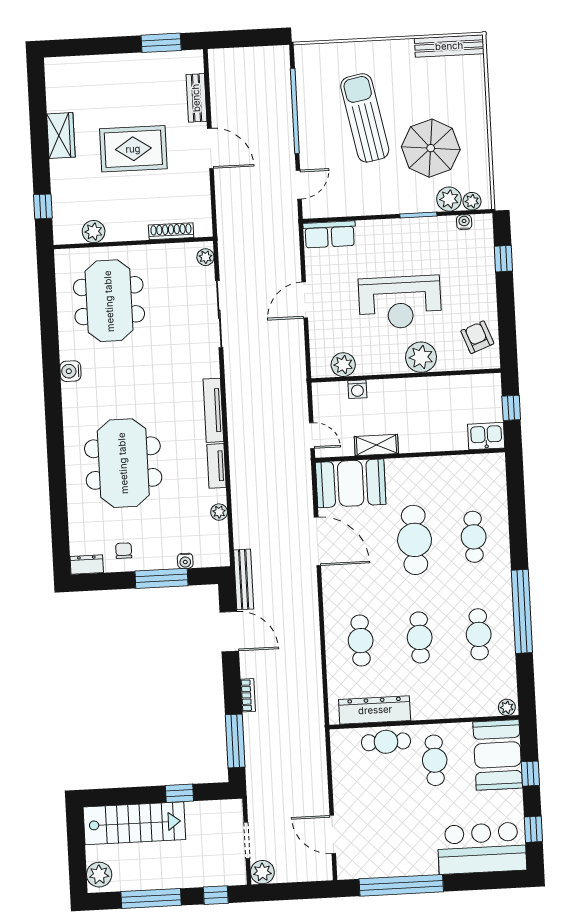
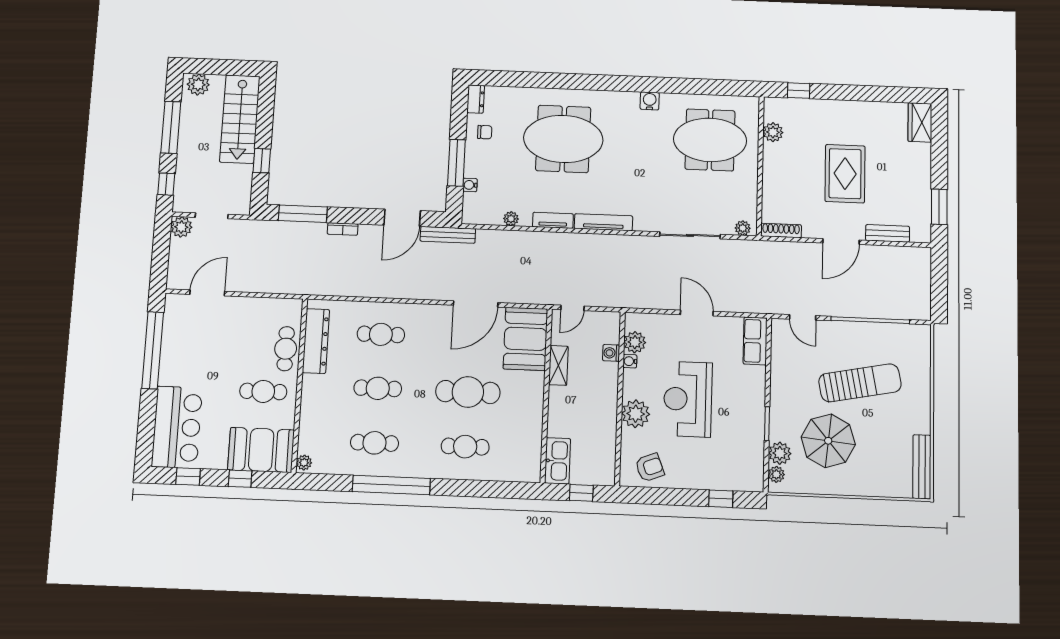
wardrobe: (61, 135) -> (920, 122), moved, turned 90
water cooler: (464, 222) -> (630, 361), moved, turned 180
shoe rack: (171, 231) -> (781, 230), moved, turned -90
kitchen sink: (486, 436) -> (558, 461), width x1.38

